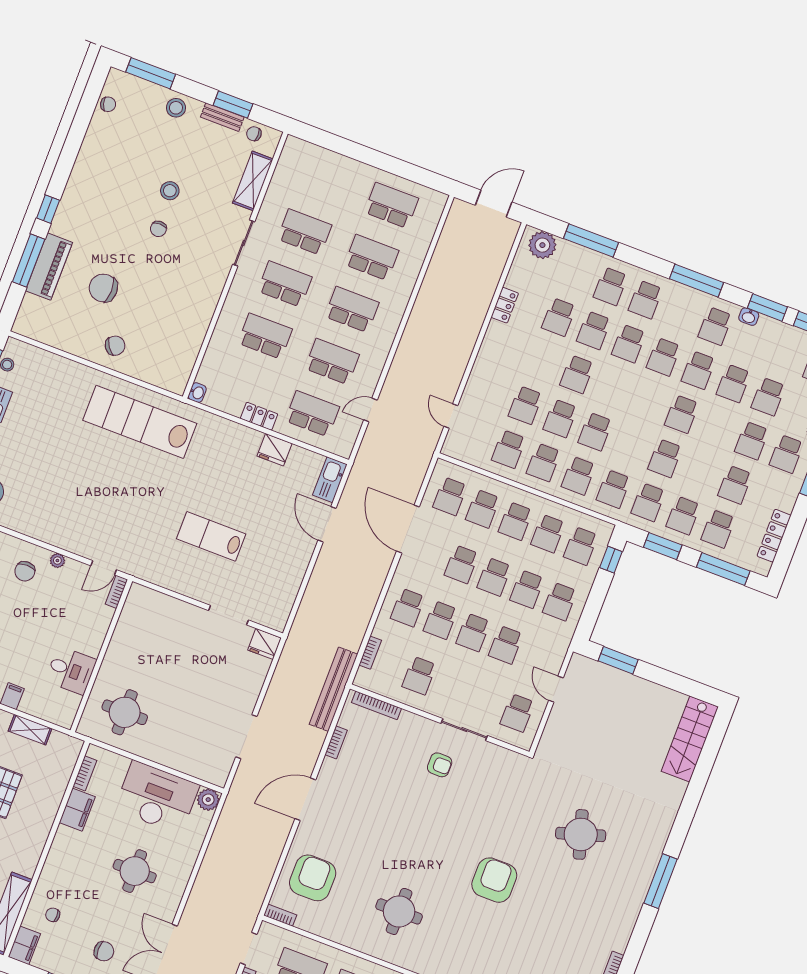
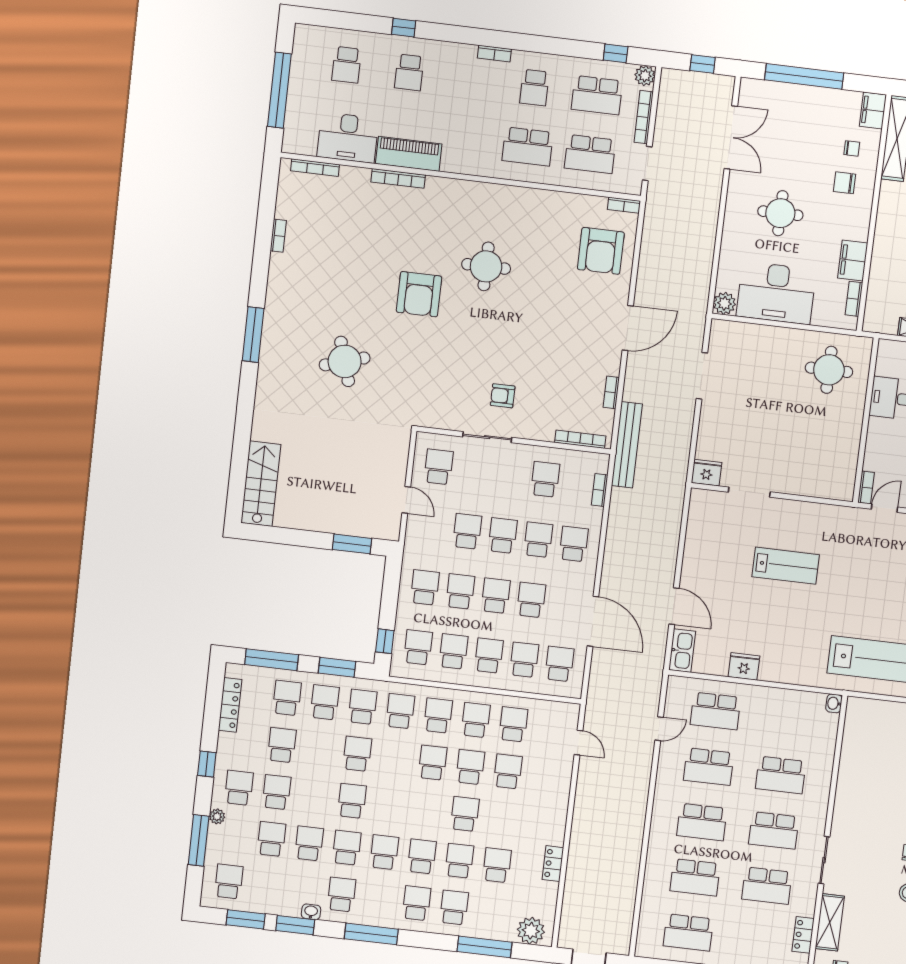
locker: (259, 416) -> (803, 935), moved, turned 90
round table: (399, 911) -> (486, 266), moved
chair: (104, 951) -> (844, 183), moved

